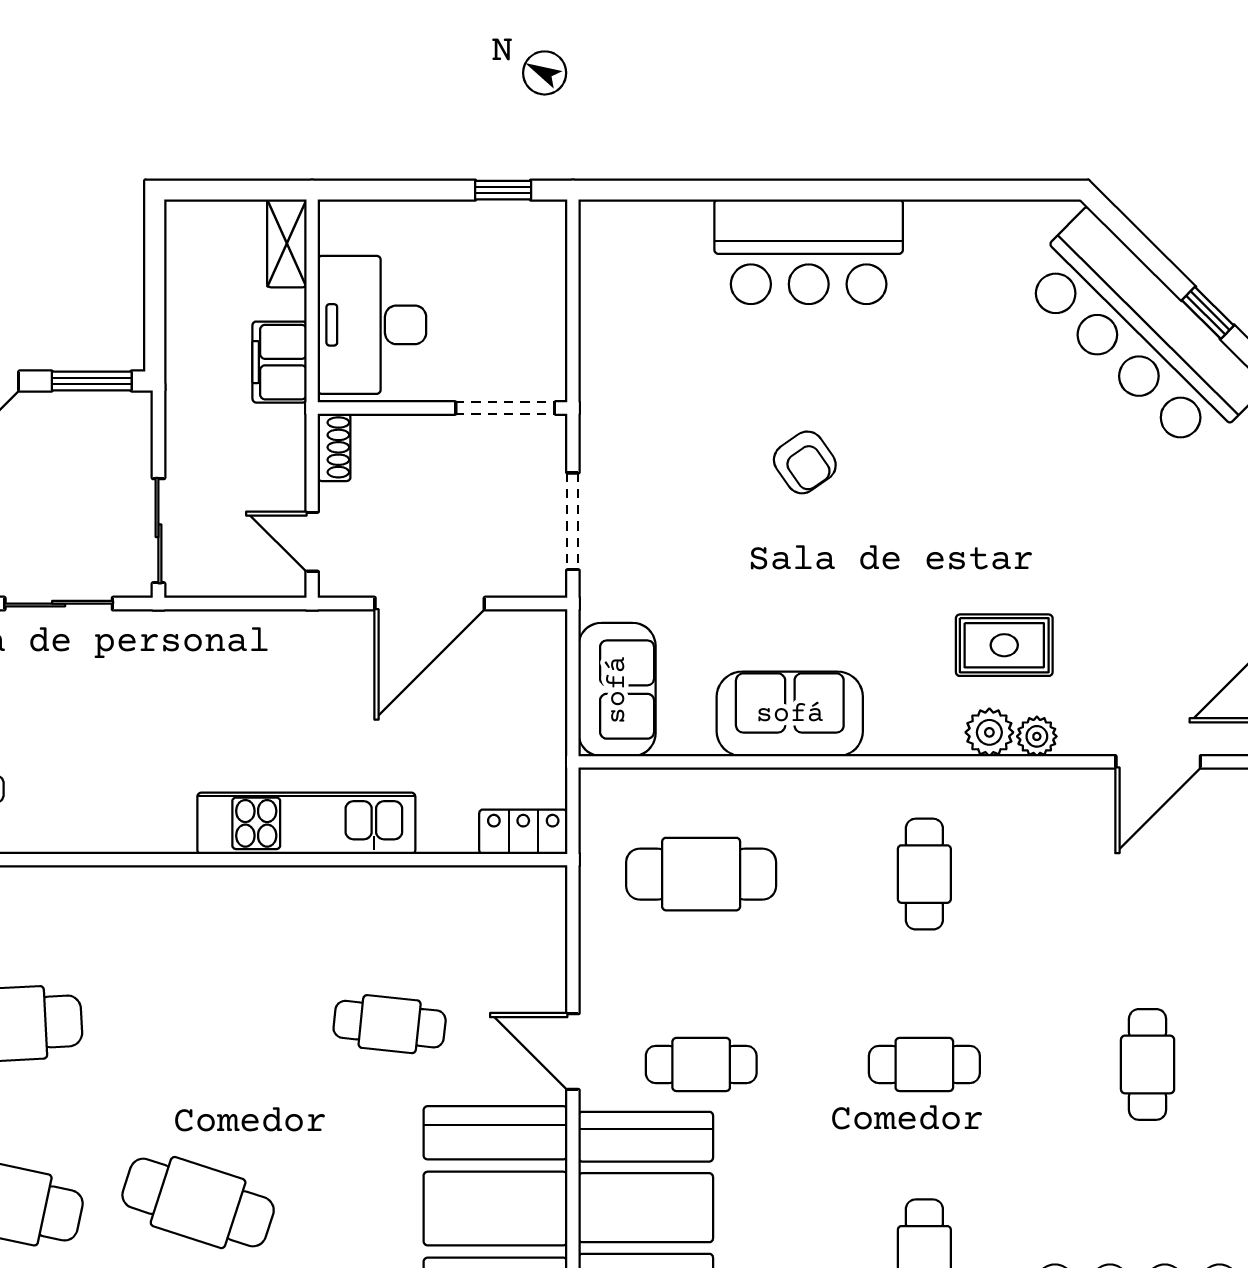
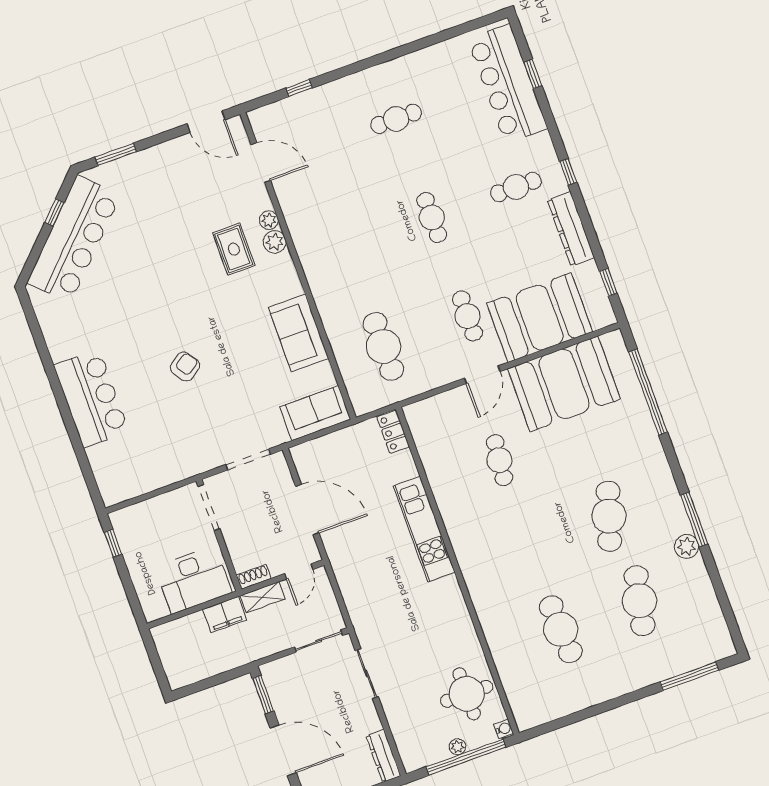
shelving: (287, 243) -> (262, 597), moved
cafe table: (924, 874) -> (348, 248), removed

